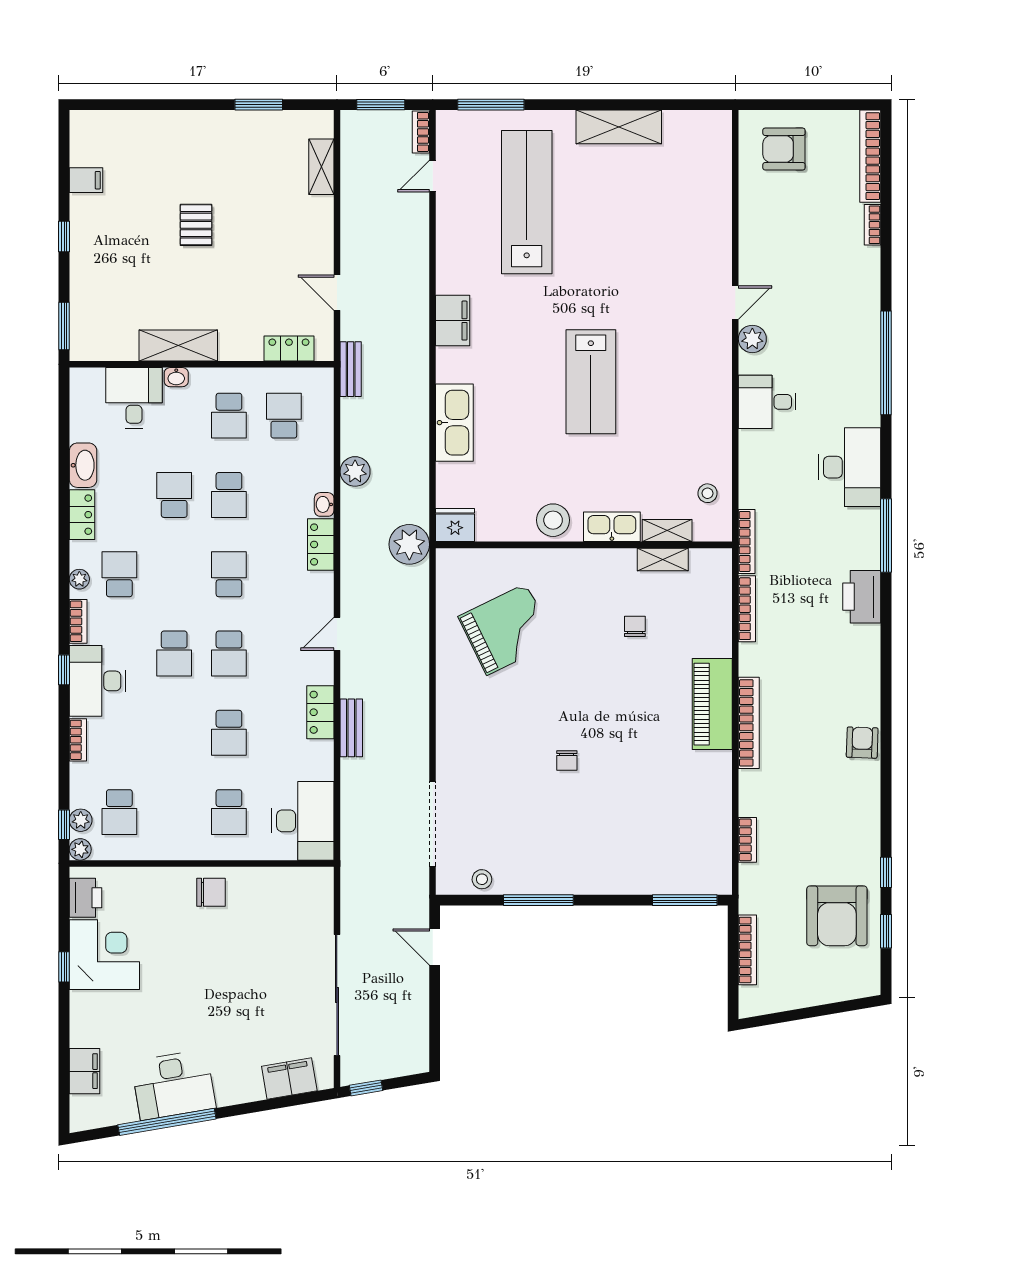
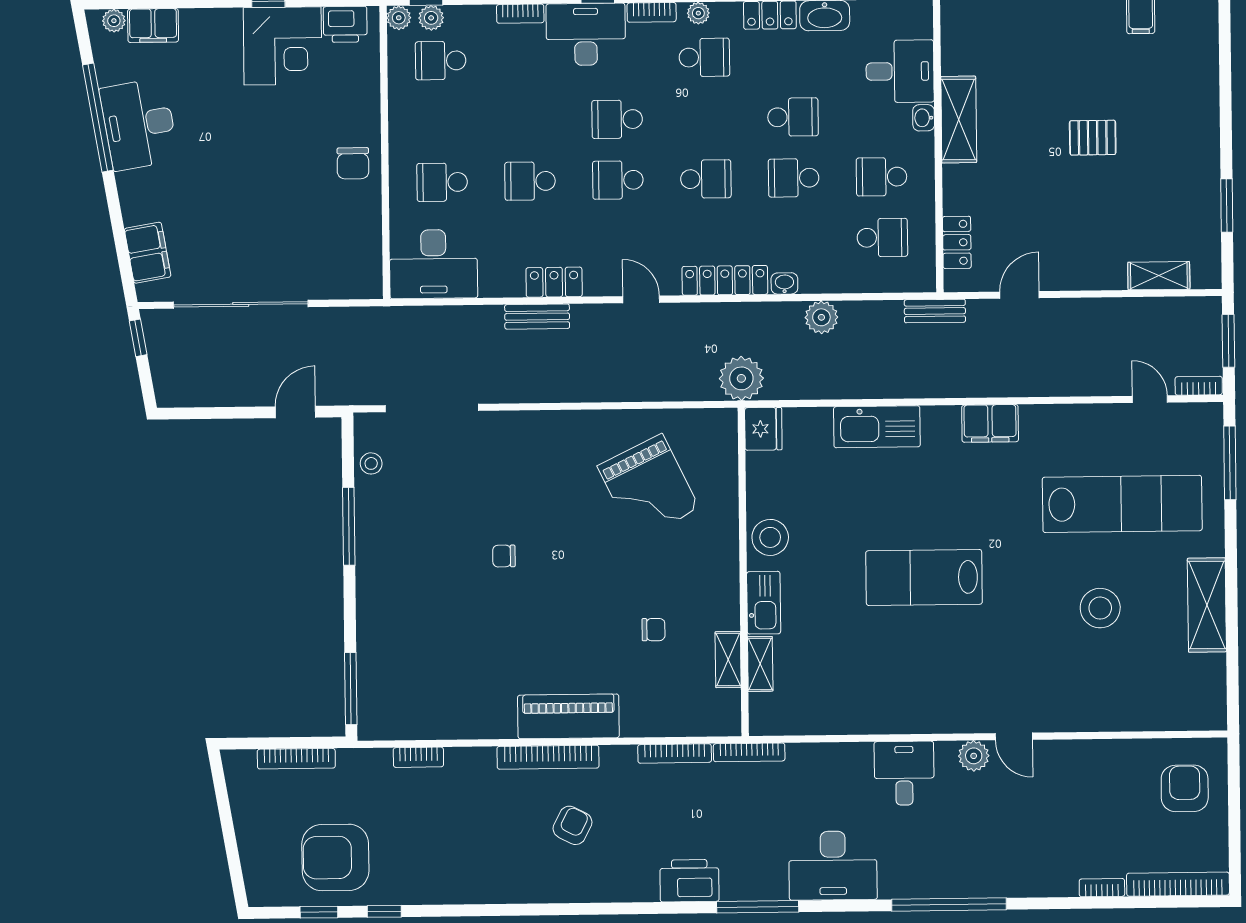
stool: (708, 493) -> (1100, 608), moved, width x1.89, depth x1.89
locker: (321, 544) -> (725, 280), width x1.53
armchair: (862, 743) -> (572, 825), moved, turned -65
plant: (80, 1106) -> (114, 21), added

